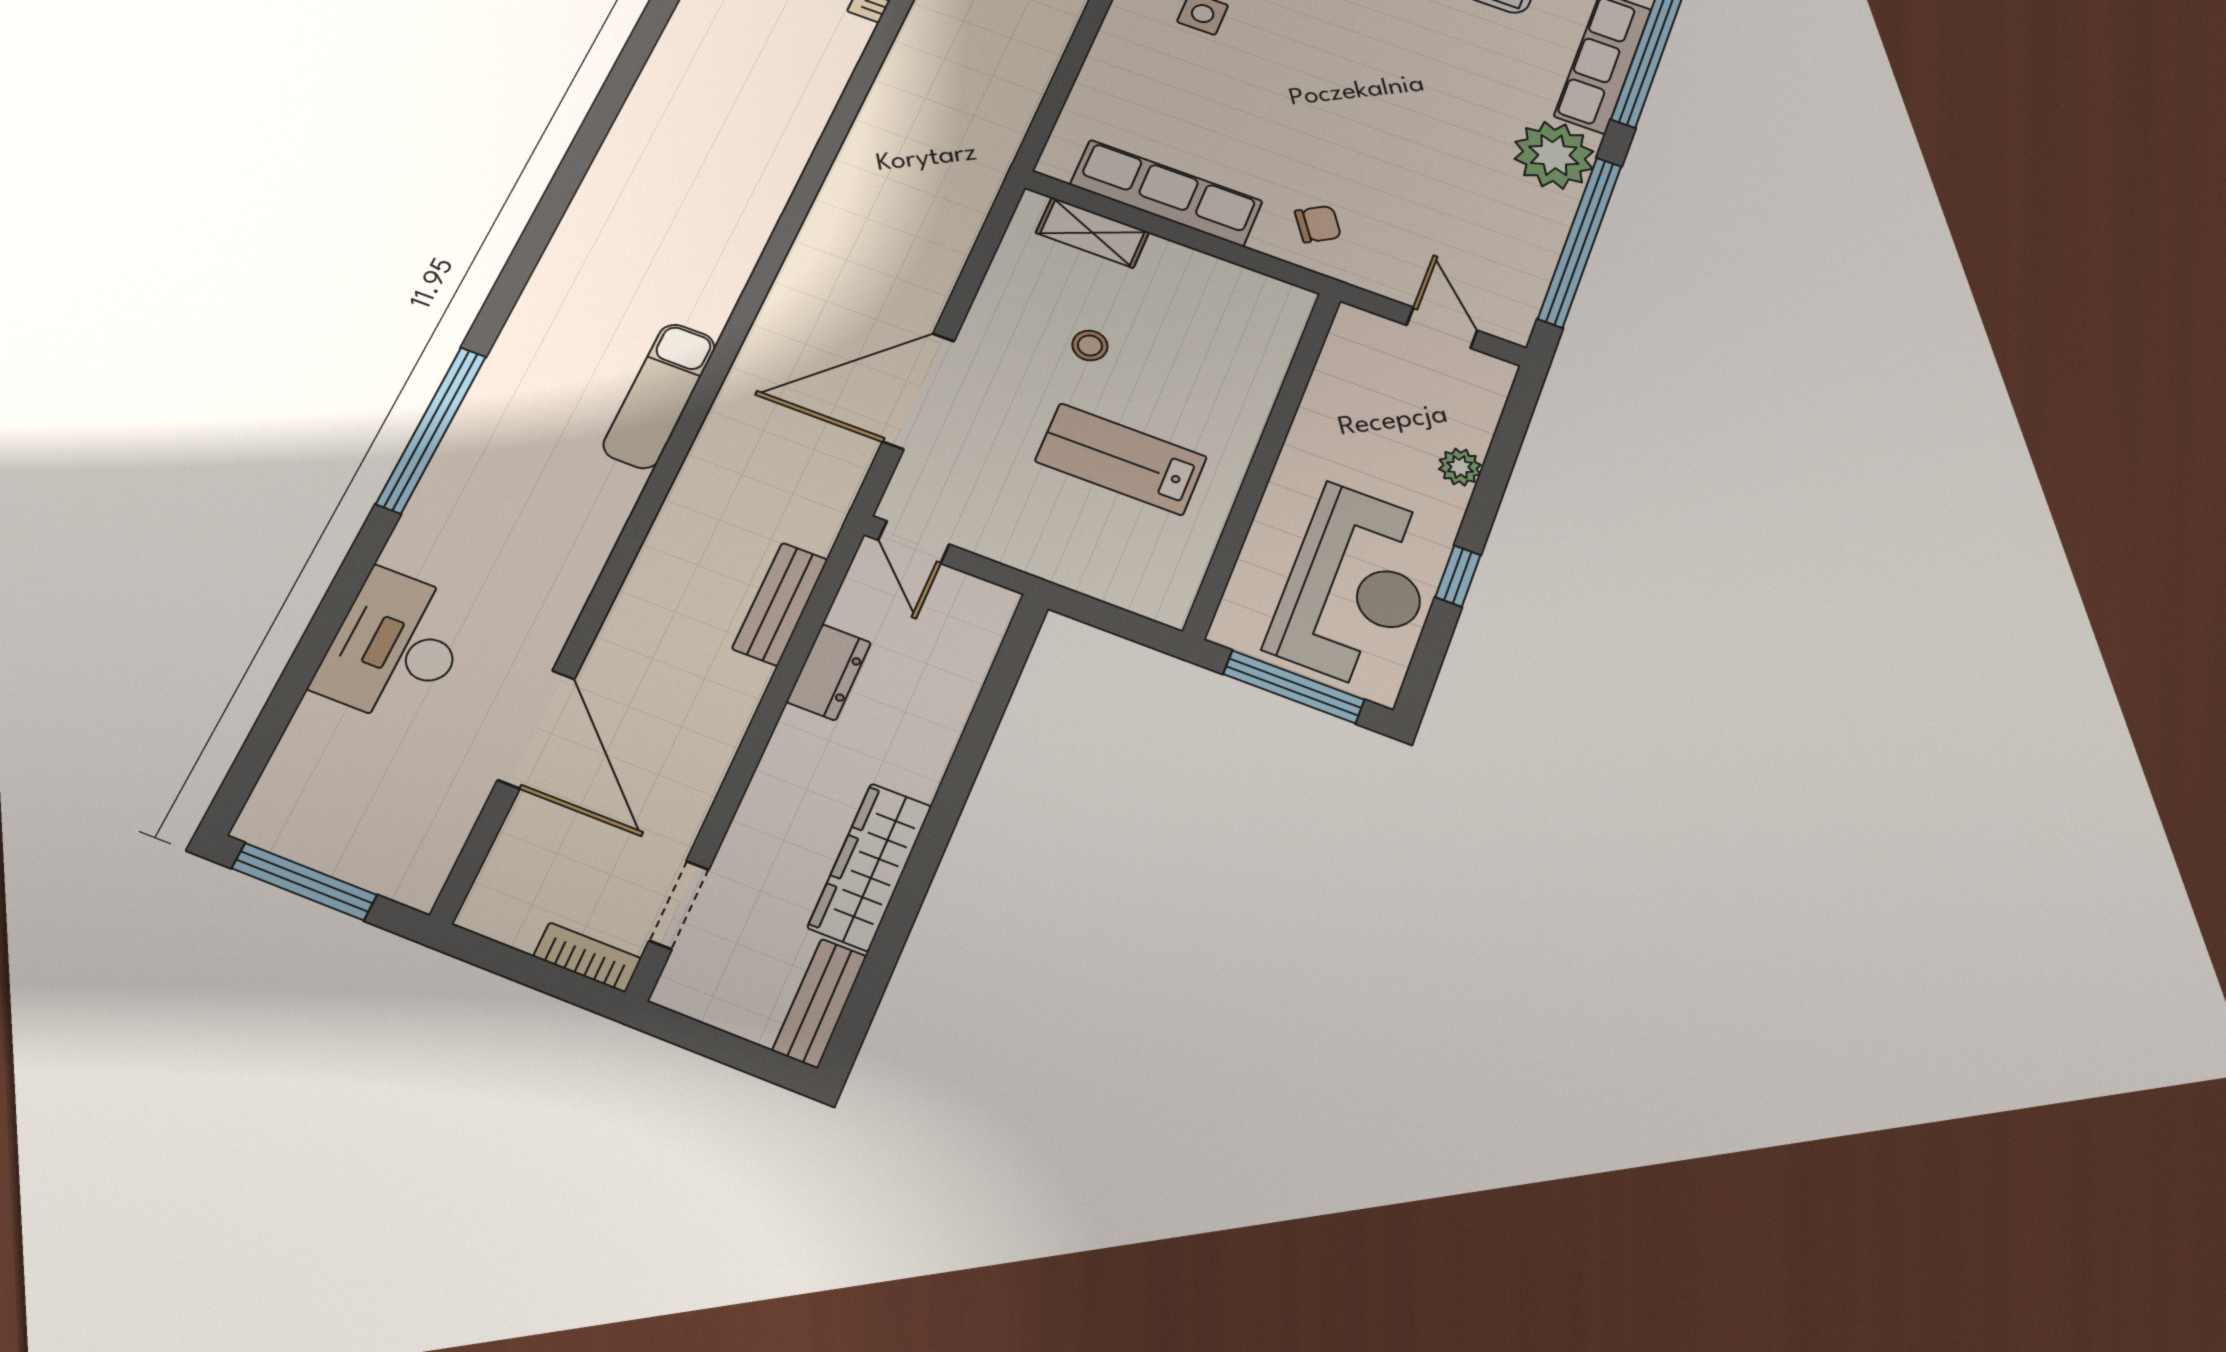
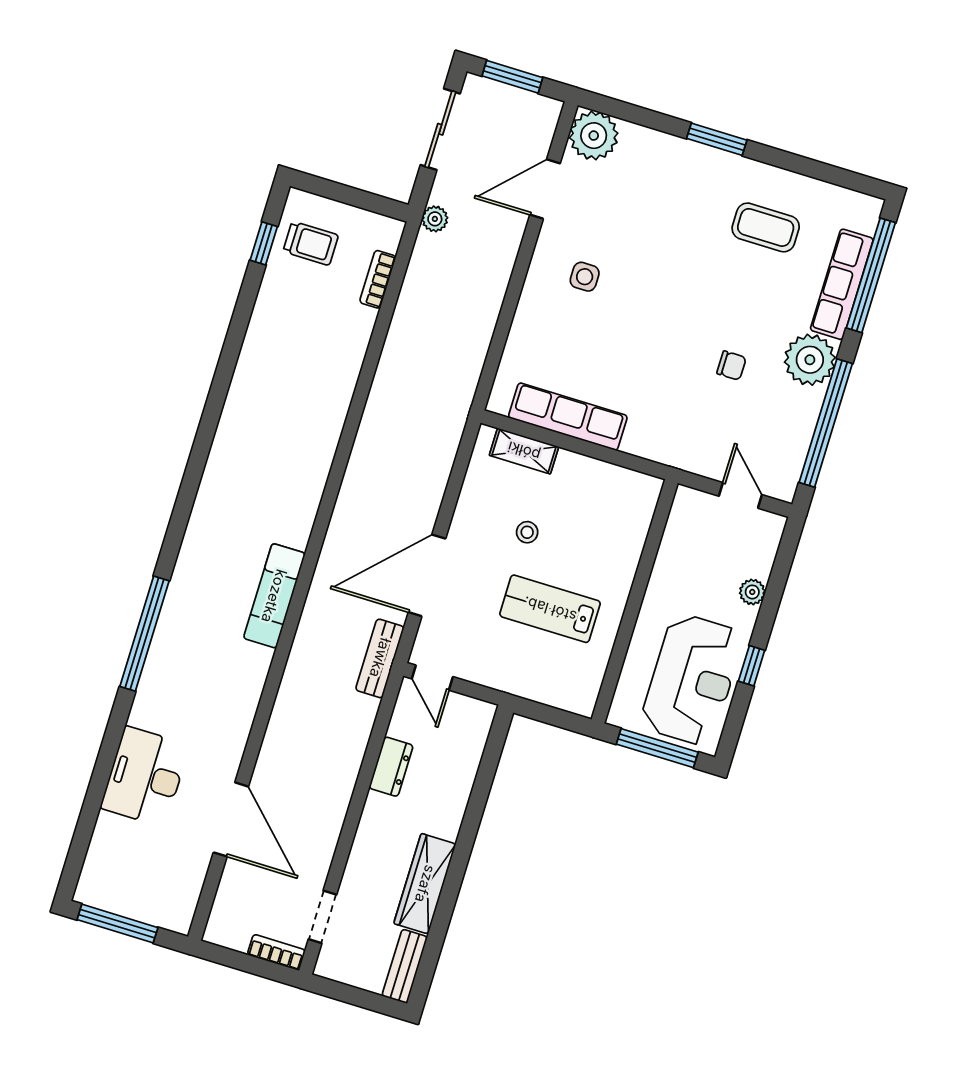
chair: (1318, 224) -> (731, 366), moved, turned 33
bench: (780, 604) -> (380, 658), moved

